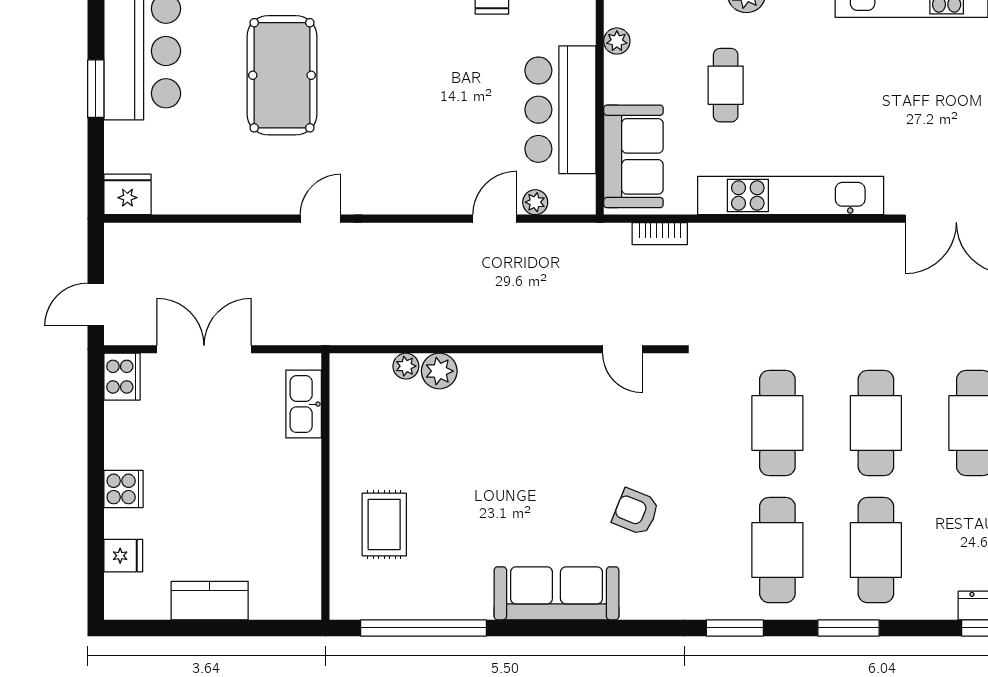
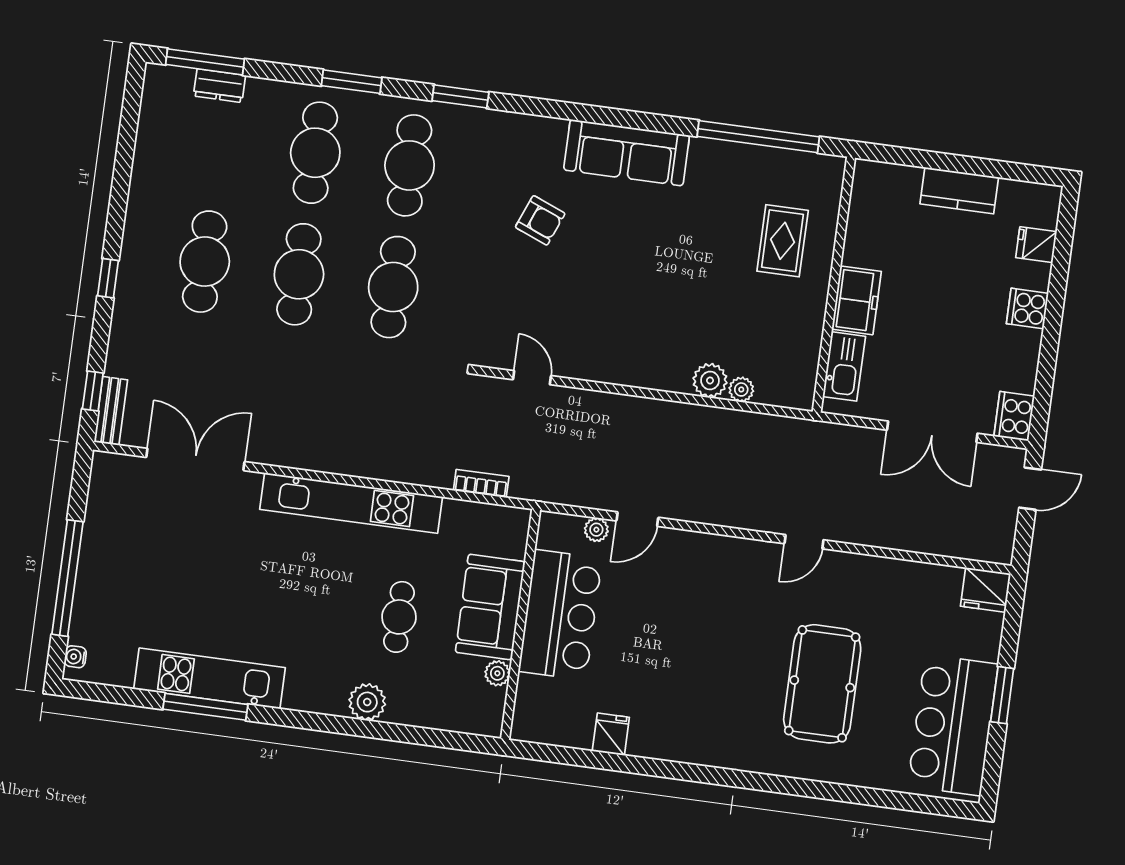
sofa: (633, 156) -> (490, 607), moved
freezer: (300, 474) -> (857, 300), added

